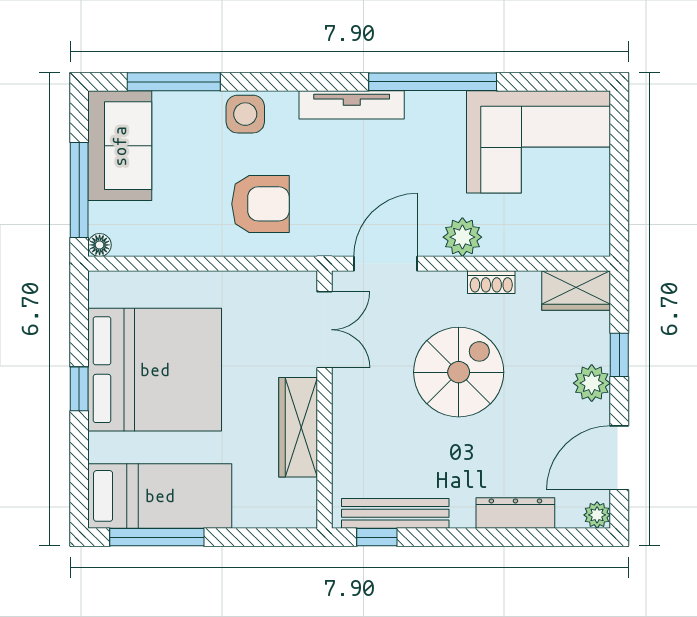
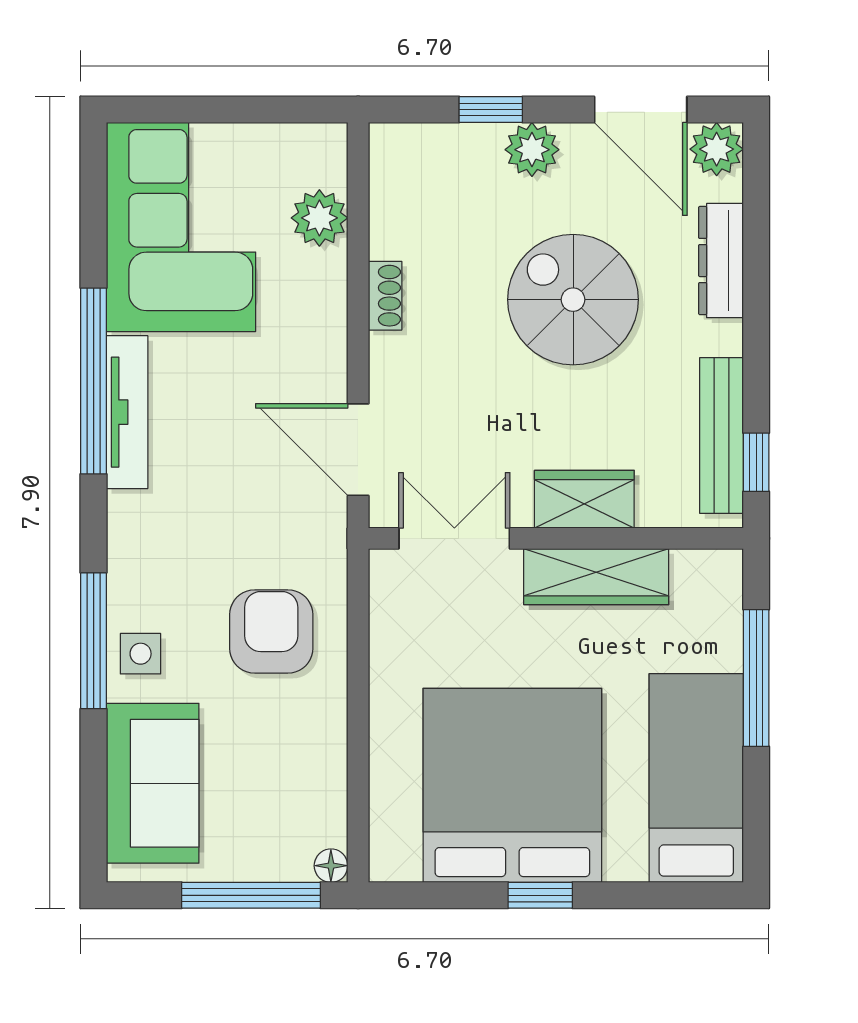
window: (174, 82) -> (94, 641), moved
tv unit: (352, 105) -> (127, 412), moved
side table: (245, 114) -> (141, 654), width x0.73, depth x0.73
sofa: (120, 146) -> (153, 783), moved, turned 90
plant: (462, 237) -> (319, 218), moved
wardrobe: (576, 291) -> (584, 499), moved, turned -90
spiral stairs: (459, 372) -> (573, 300), moved
plant: (597, 515) -> (717, 149), width x1.38, depth x1.38
window: (157, 537) -> (756, 678), moved

